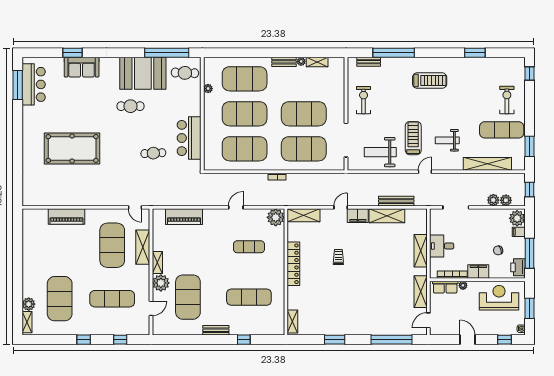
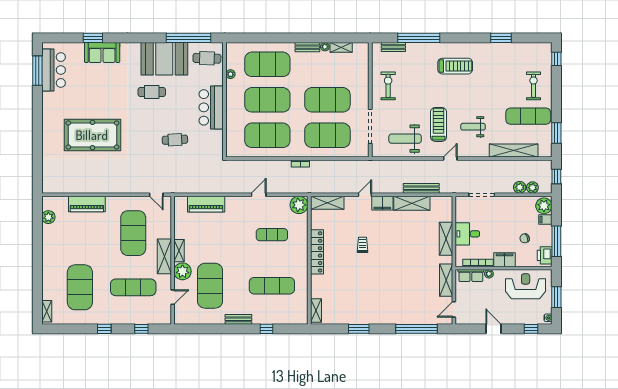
bar counter: (189, 138) -> (211, 107), moved
shelving: (143, 247) -> (164, 256), moved
plant: (29, 304) -> (48, 217), moved

